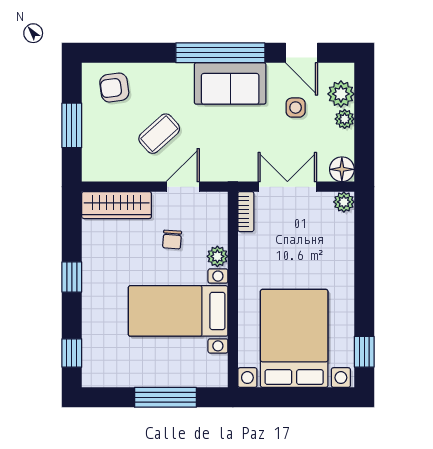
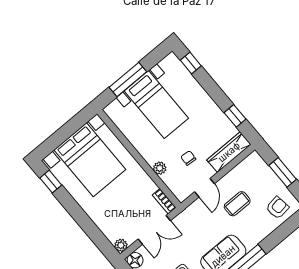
coffee table: (159, 134) -> (237, 204), turned 42
window: (72, 277) -> (235, 116), moved
bed with nightstands: (178, 311) -> (156, 105), moved, turned 90

